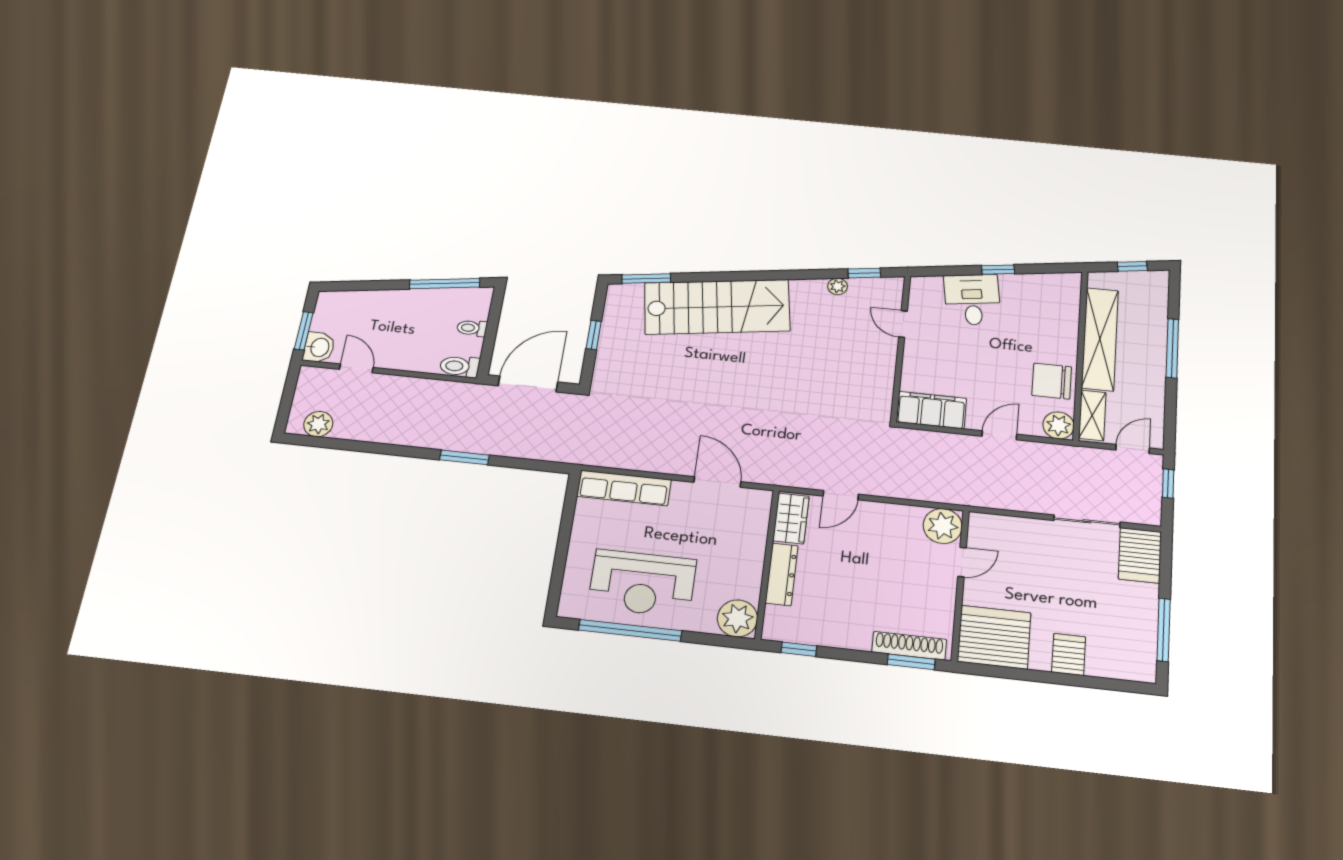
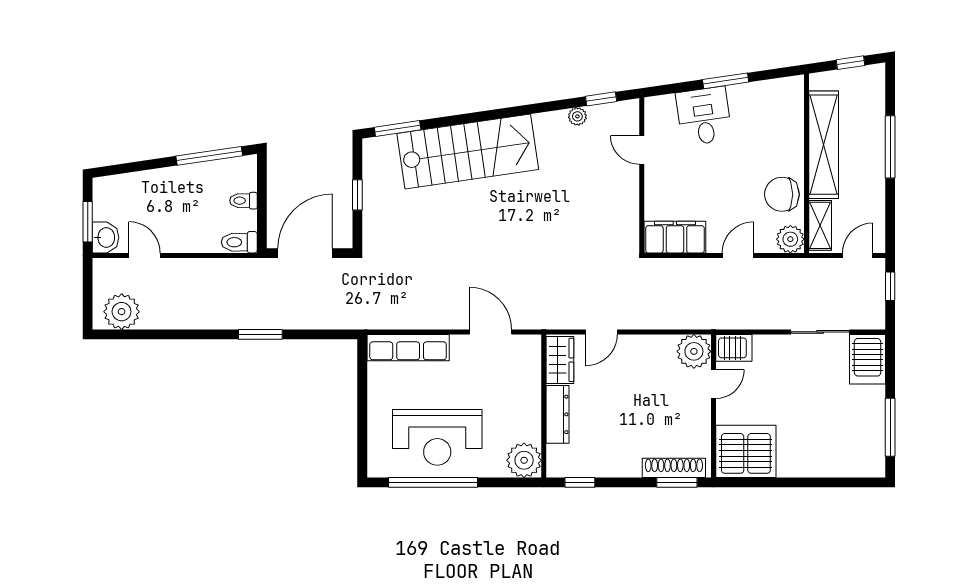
window: (998, 270) -> (726, 81), width x1.50
plant: (318, 424) -> (122, 312), width x1.36, depth x1.36
server rack: (1069, 654) -> (734, 348), moved, turned 90

